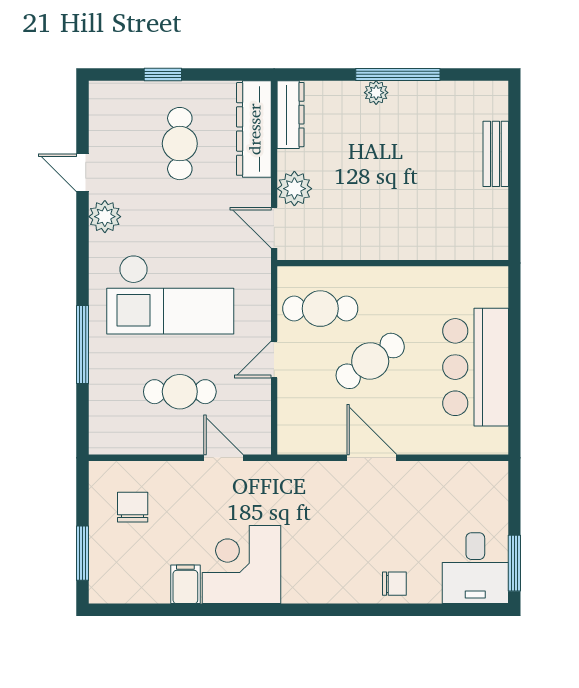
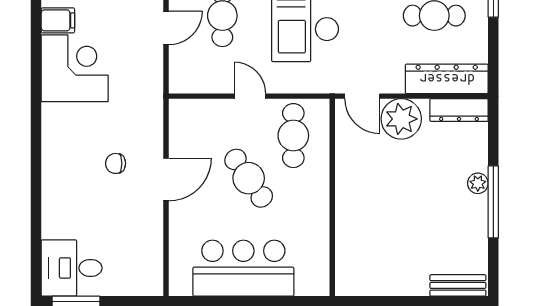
bench: (496, 154) -> (458, 285), moved
plant: (294, 189) -> (401, 119), width x1.36, depth x1.36
door: (274, 228) -> (362, 96), swing flipped
door: (223, 458) -> (166, 28), moved
chair: (394, 584) -> (116, 163), moved, turned 90

